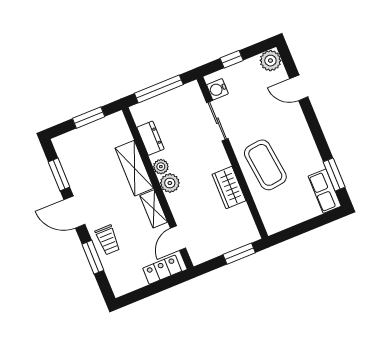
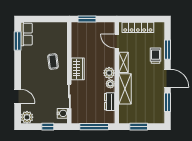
coffee table: (265, 165) -> (53, 62), width x0.54, depth x0.58
wardrobe: (229, 187) -> (78, 69), moved
door: (178, 238) -> (117, 41), swing flipped
locker: (162, 270) -> (138, 27), width x1.53

